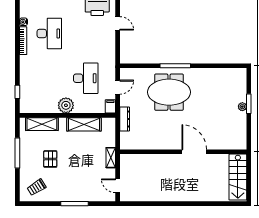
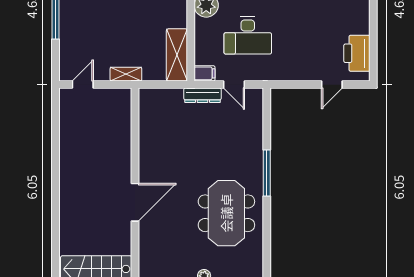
meeting table: (169, 92) -> (226, 213), moved
dresser: (125, 119) -> (202, 95), moved
shelving: (84, 124) -> (177, 55), moved

